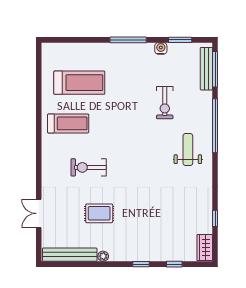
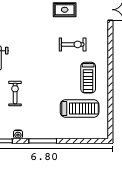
treadmill: (79, 83) -> (80, 109), turned 180
treadmill: (68, 123) -> (88, 78), turned -90

